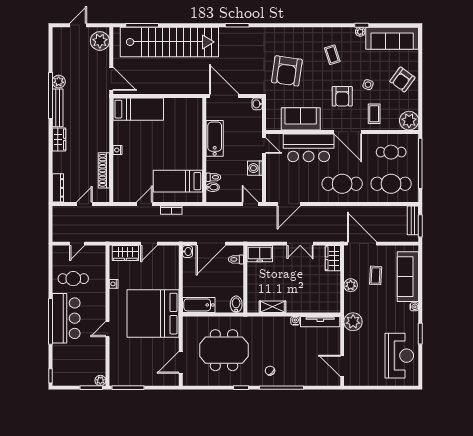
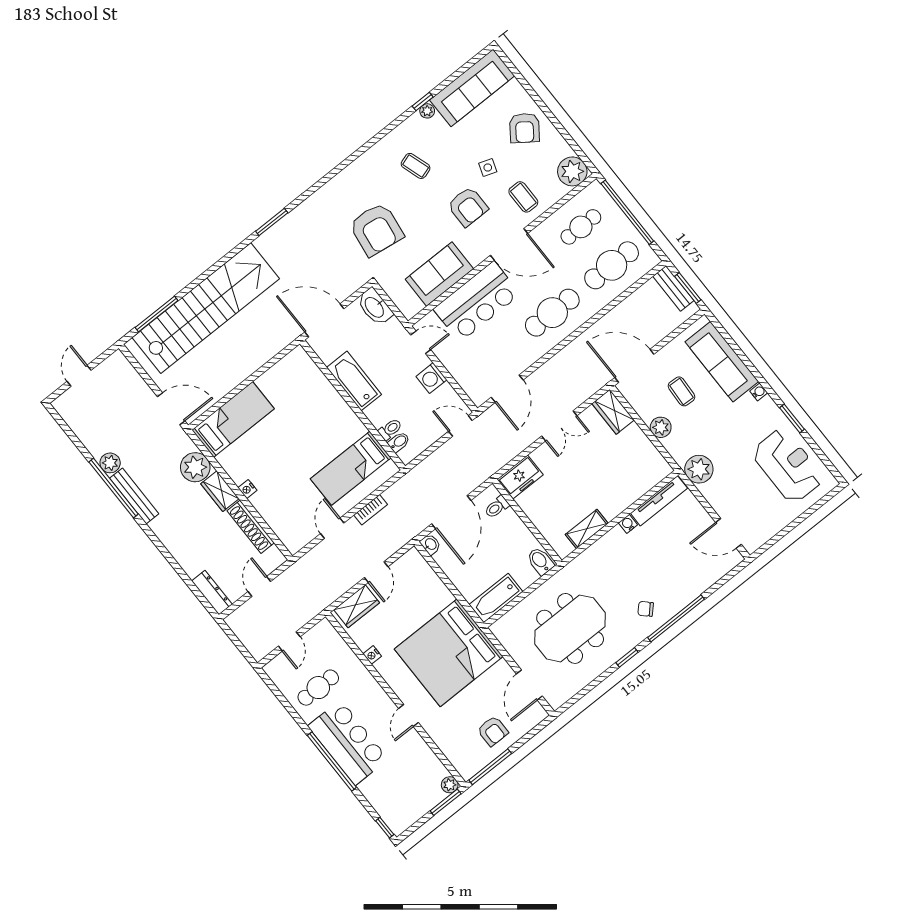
plant: (100, 41) -> (195, 467), moved
washbasin: (257, 104) -> (375, 307), width x1.91, depth x1.45
wardrobe: (59, 139) -> (220, 491), moved, turned 180
armchair: (144, 371) -> (493, 731), added

